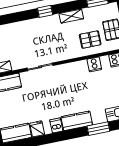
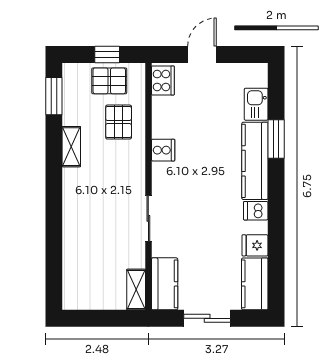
window: (45, 11) -> (54, 190), removed
cooker: (94, 64) -> (163, 150), moved
kitchen counter: (77, 121) -> (255, 161), width x1.50

